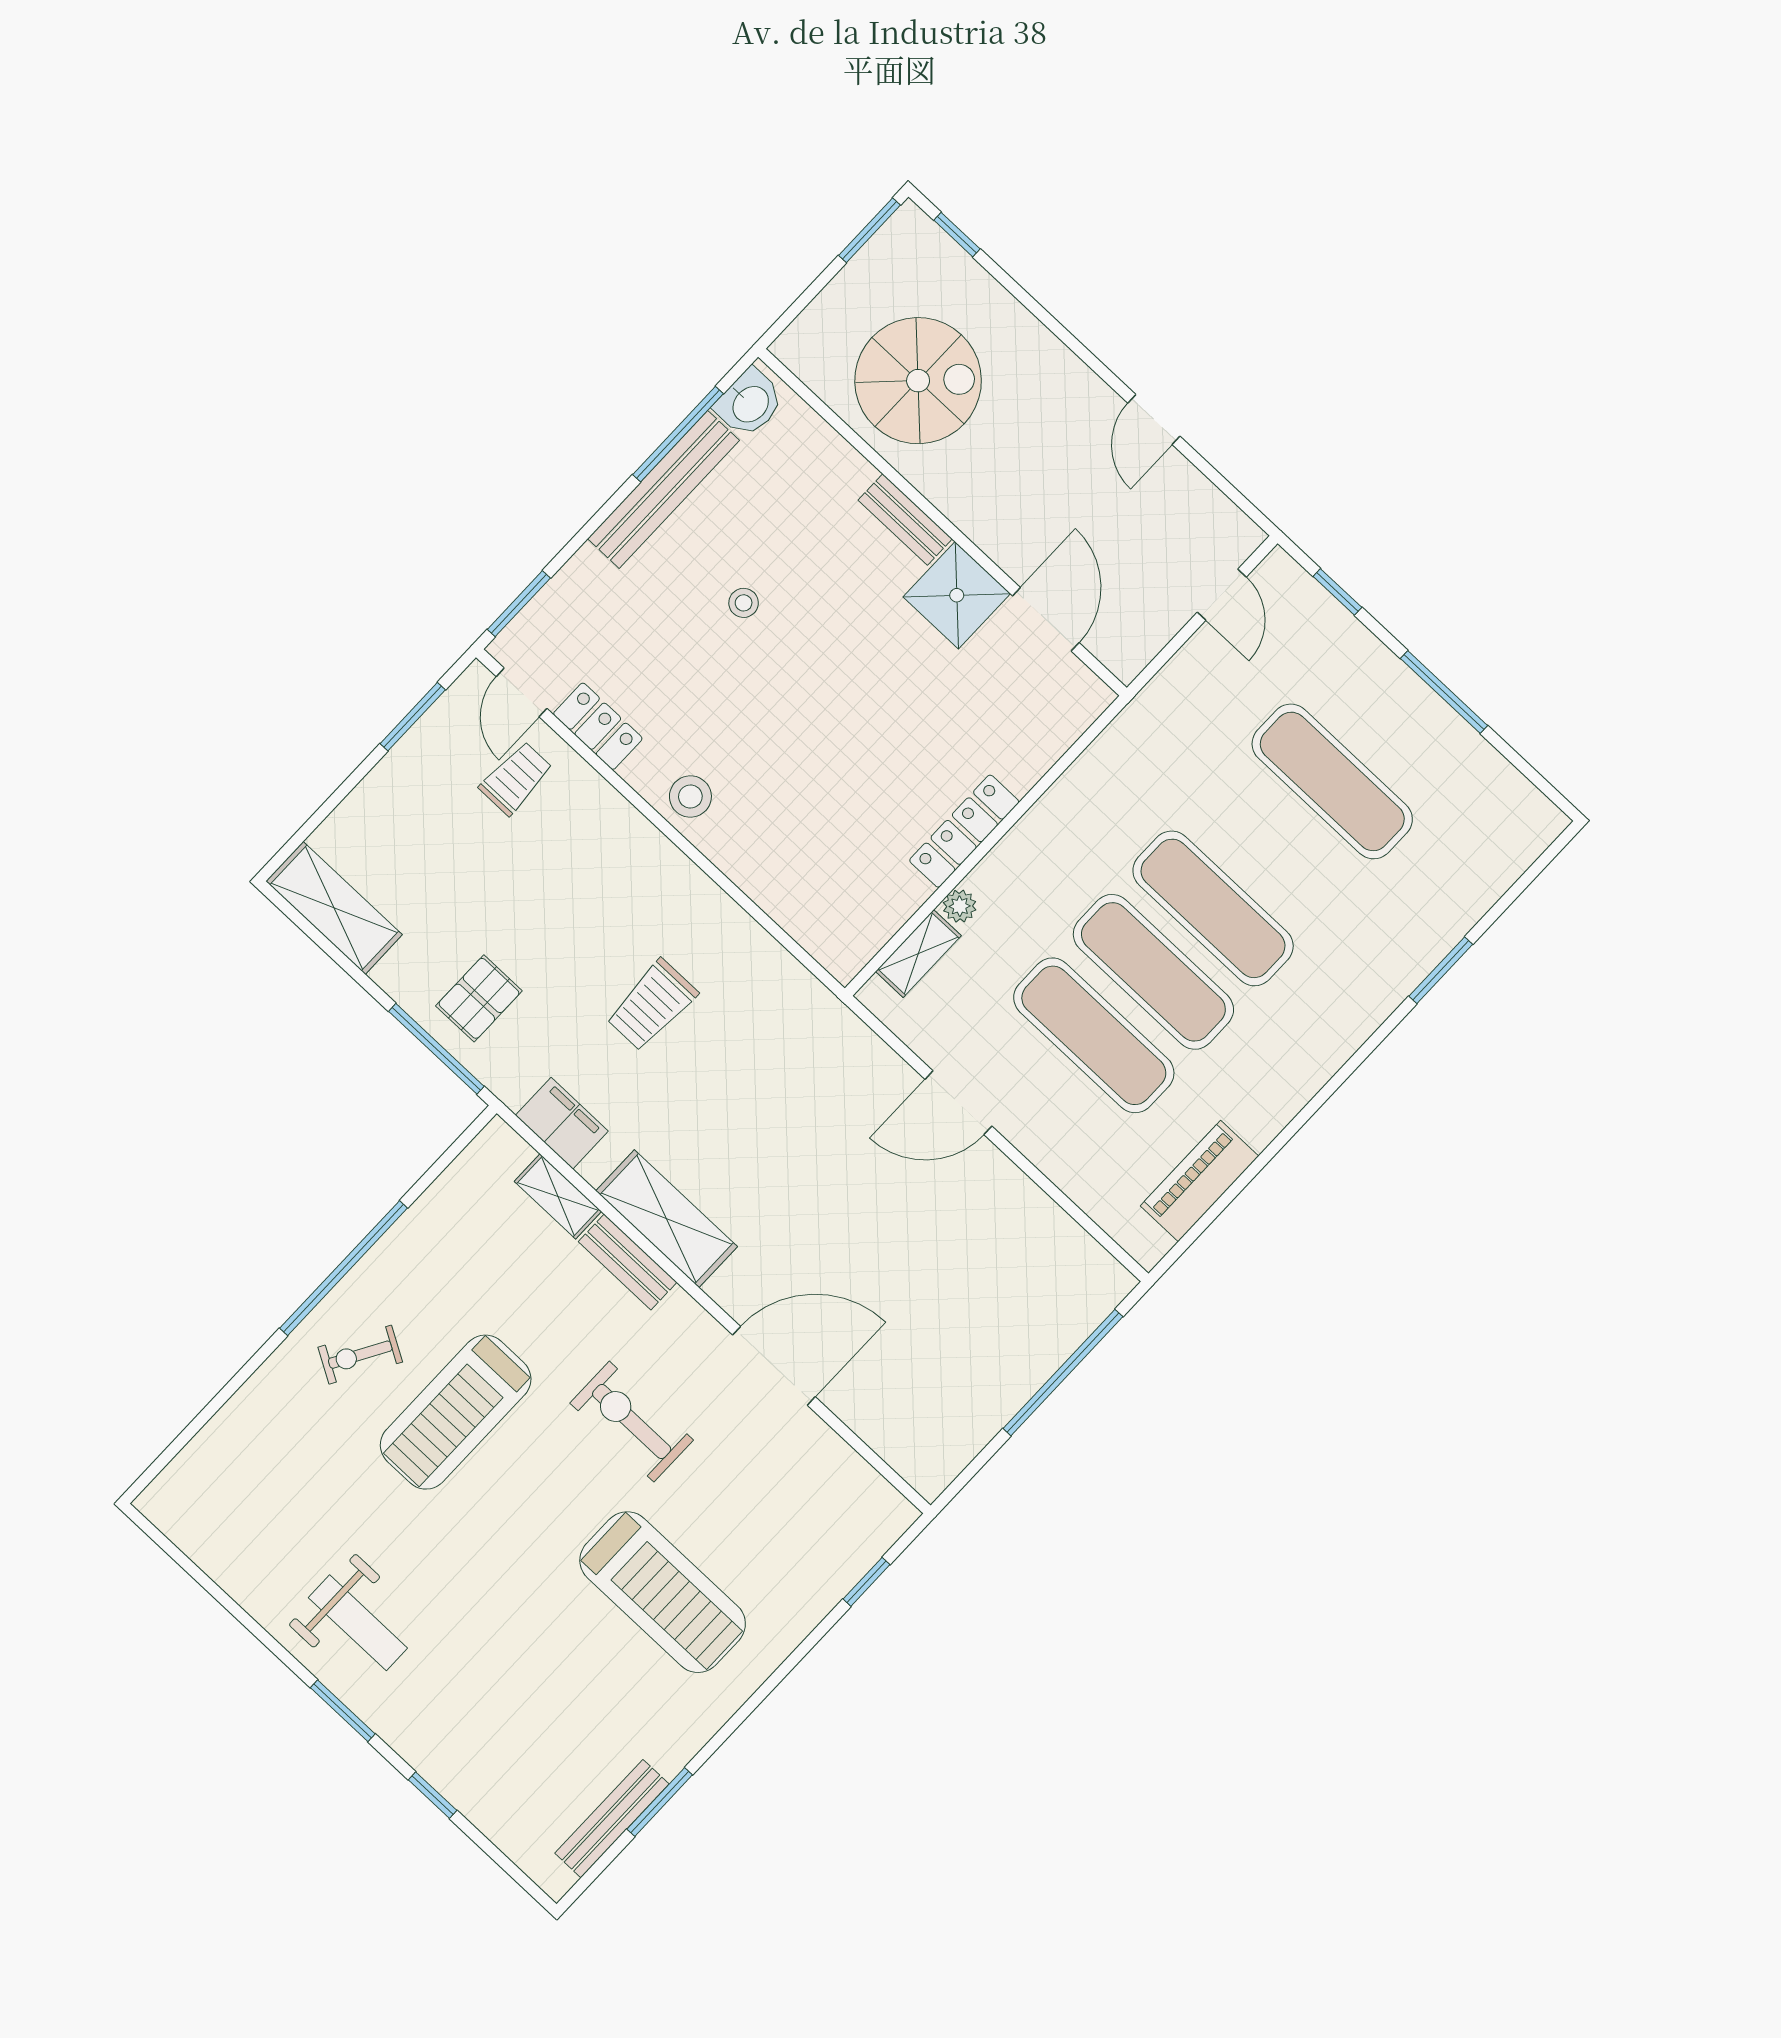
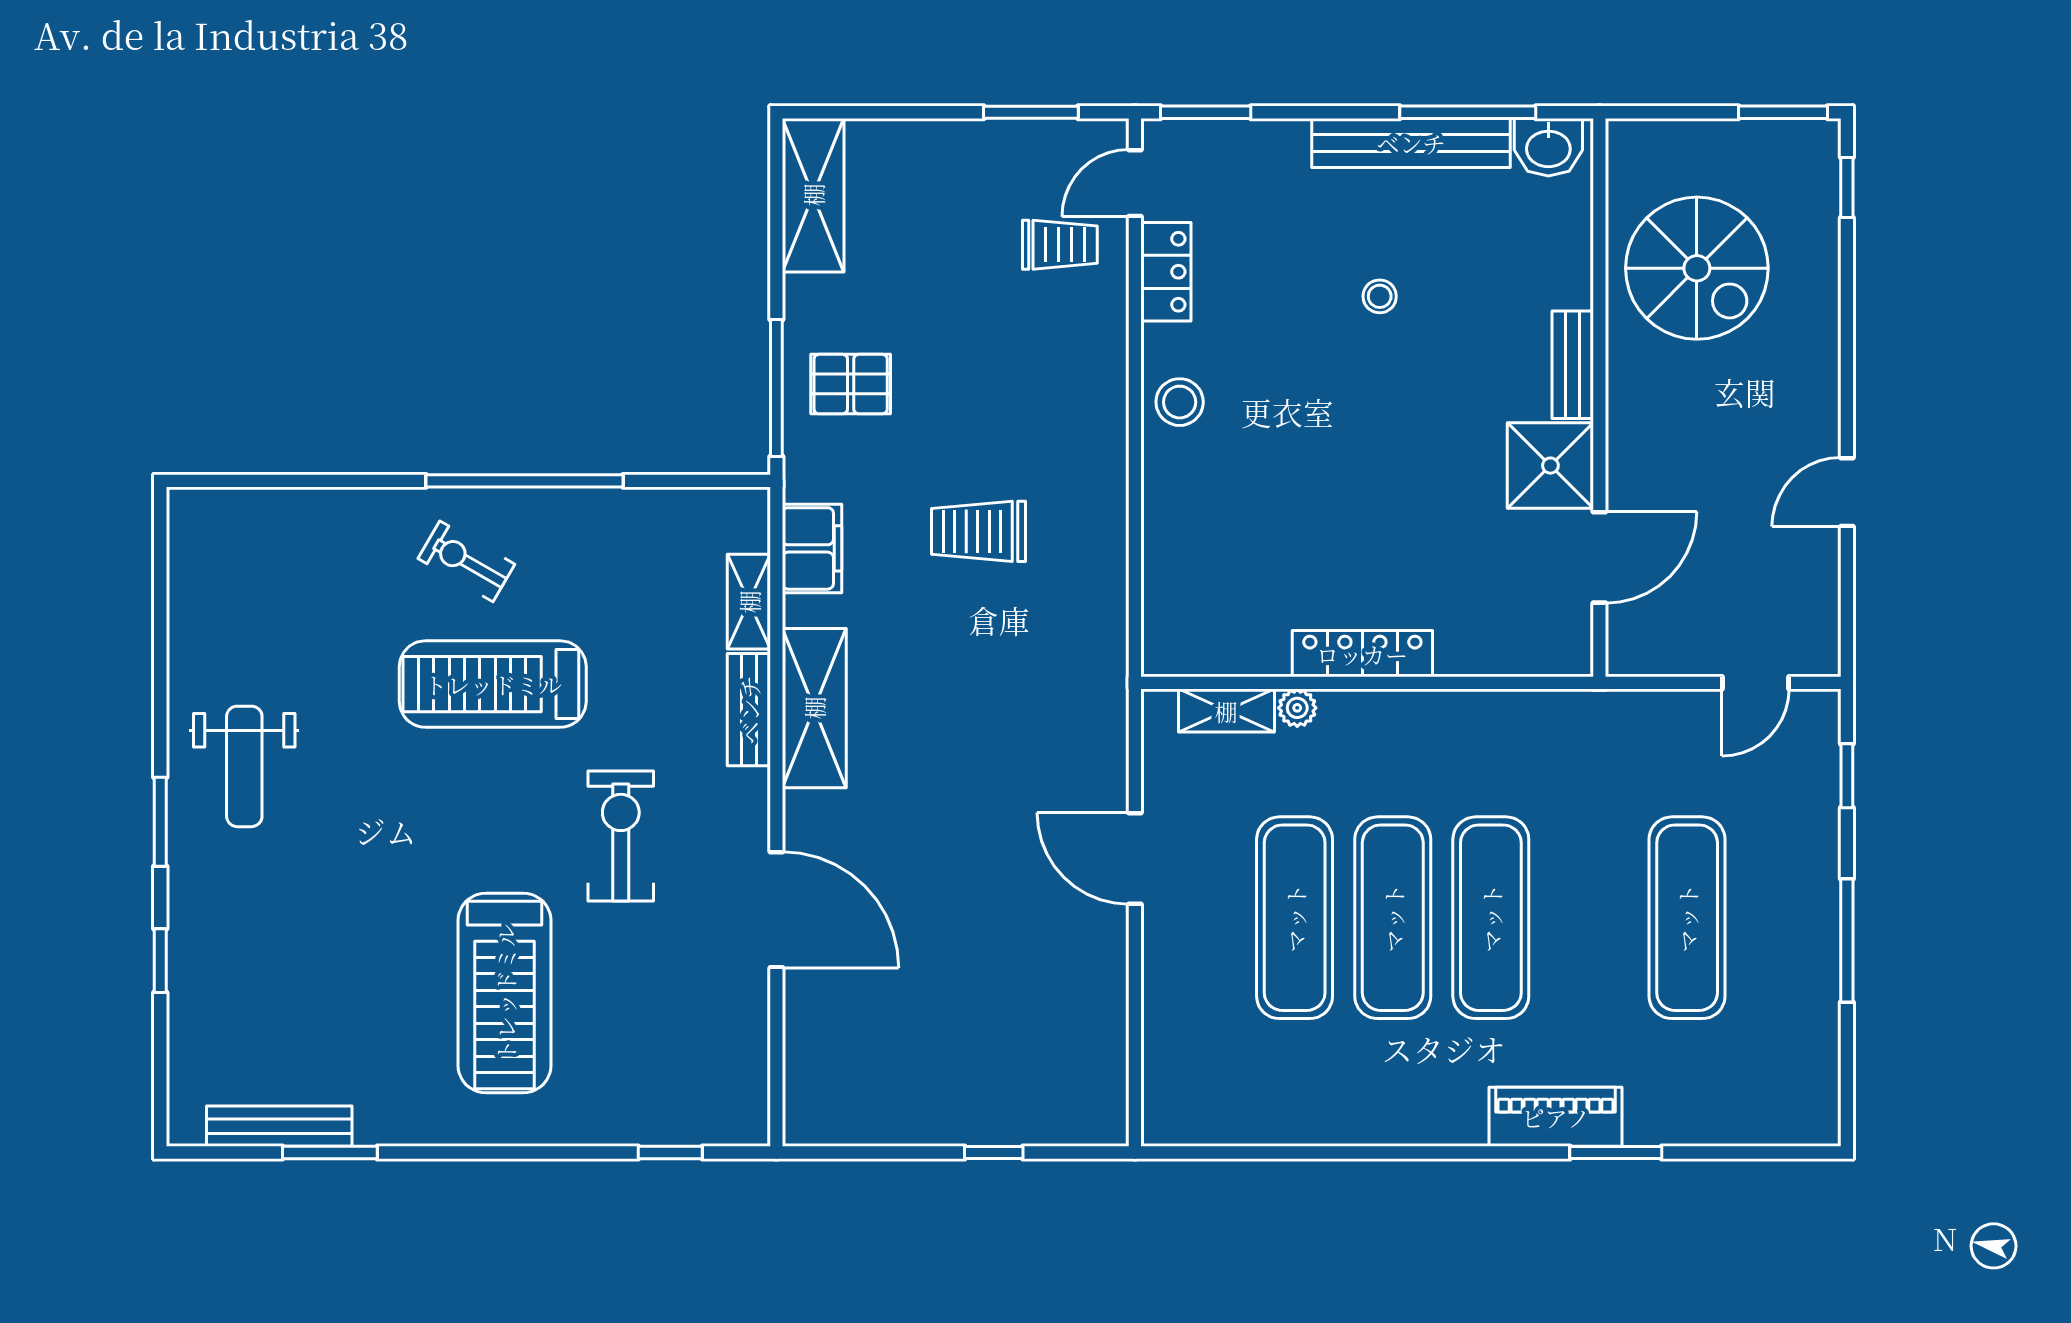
piano: (1199, 1181) -> (1556, 1117), moved
window: (1063, 1373) -> (994, 1153), width x0.32

